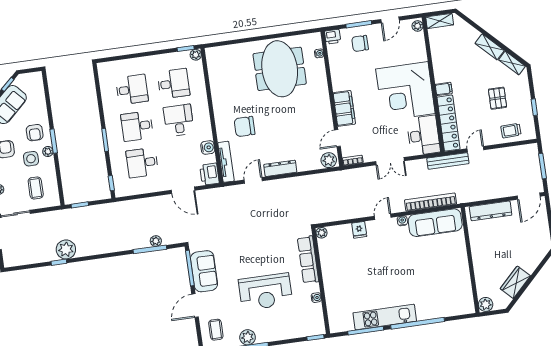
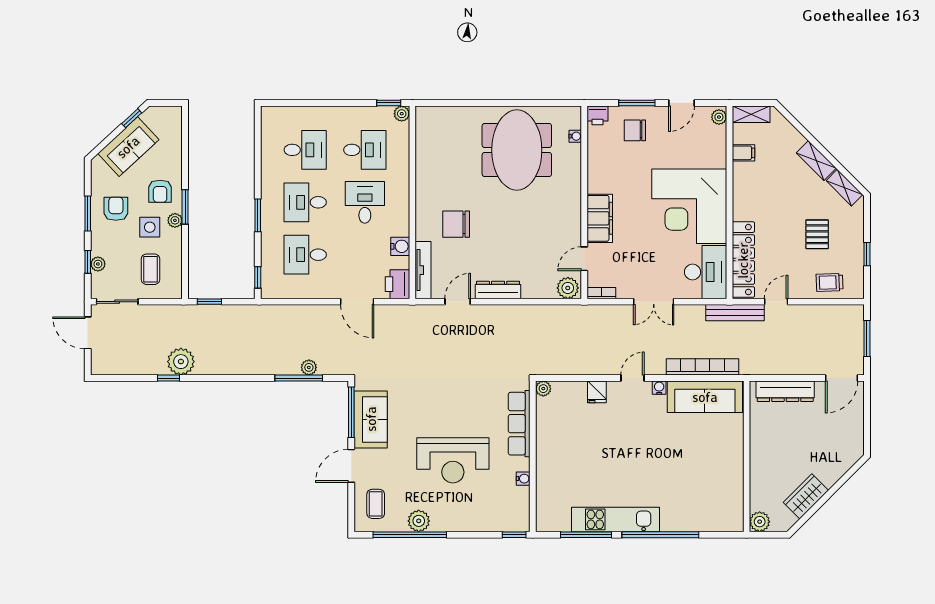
filing cabinet: (444, 89) -> (743, 153), moved

